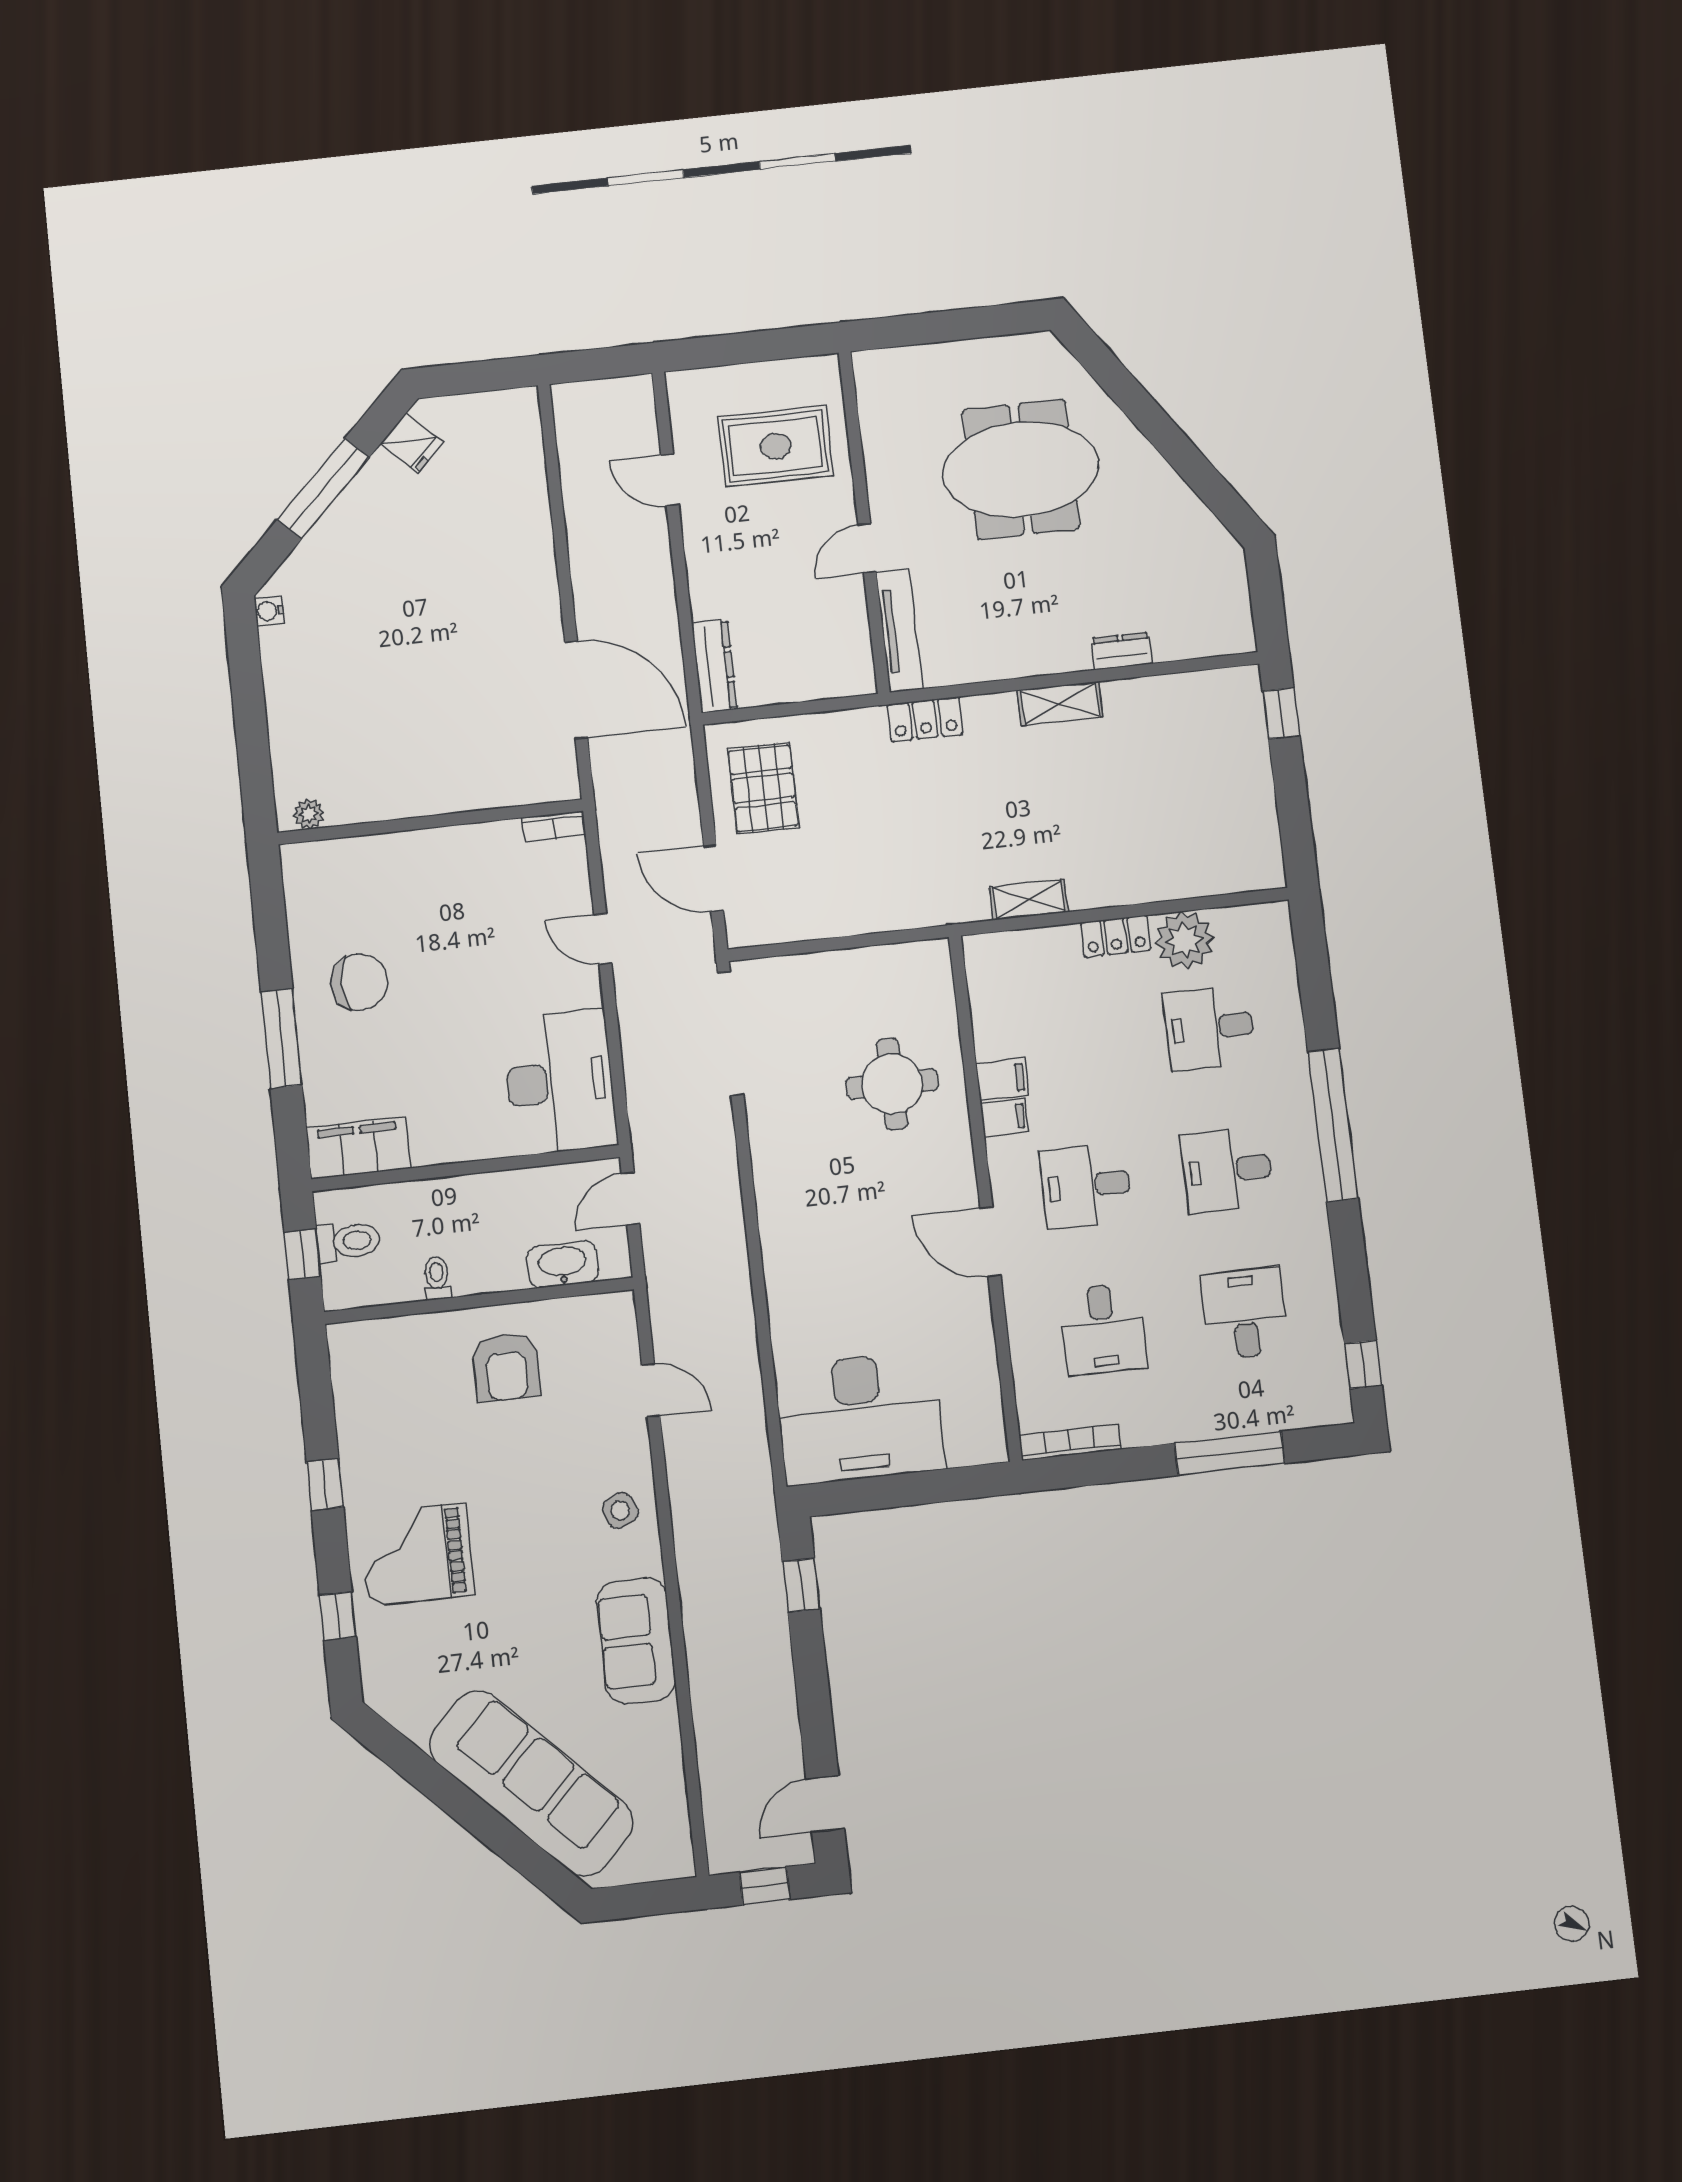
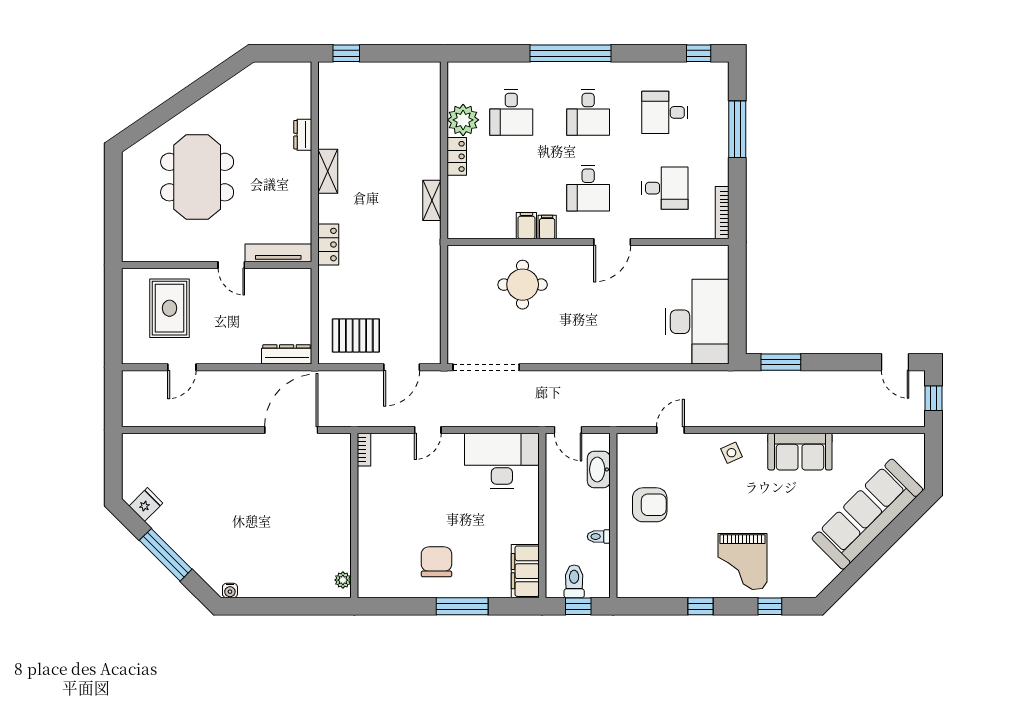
window: (801, 1585) -> (781, 362), width x1.50

